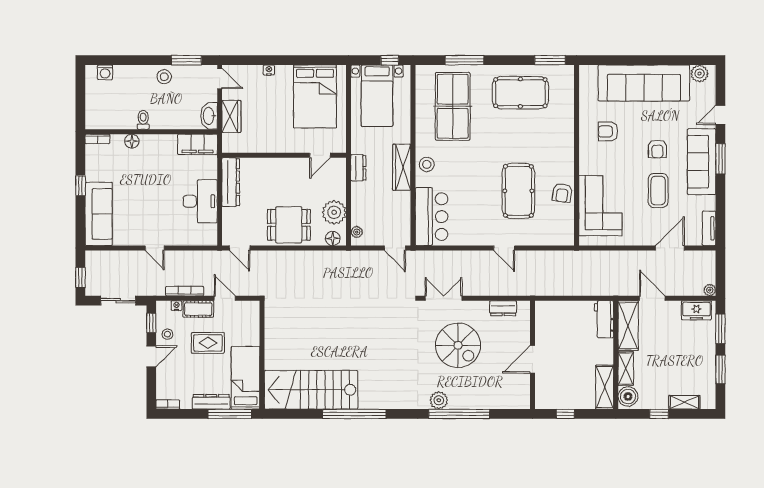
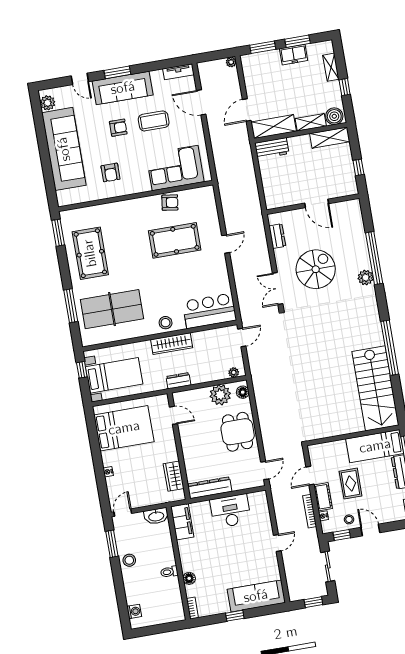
wardrobe: (231, 116) -> (174, 476), moved, turned -90
freezer: (696, 310) -> (294, 55), moved, turned 90

